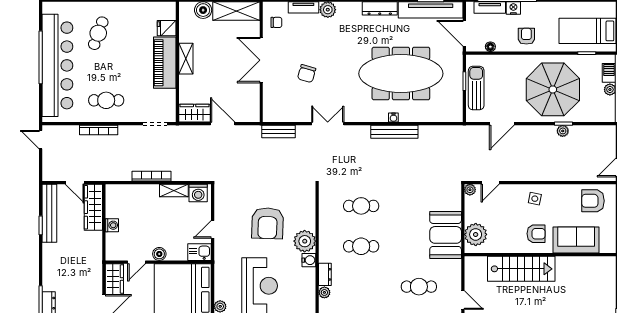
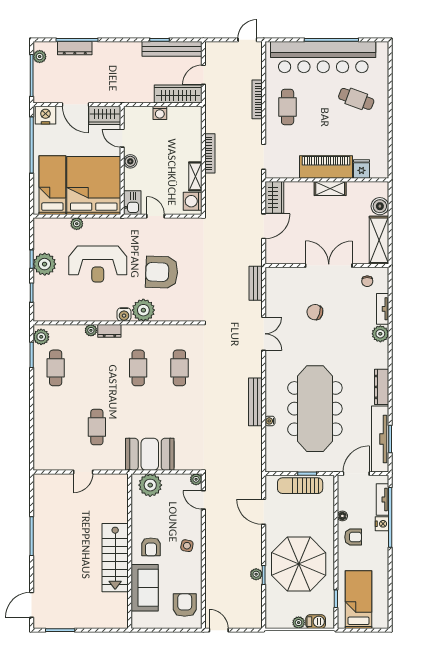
floor lamp: (490, 47) -> (342, 516), moved
sun lounger: (476, 88) -> (300, 486), turned 180
water cooler: (393, 118) -> (270, 421), moved
stairs: (521, 269) -> (115, 558), moved

